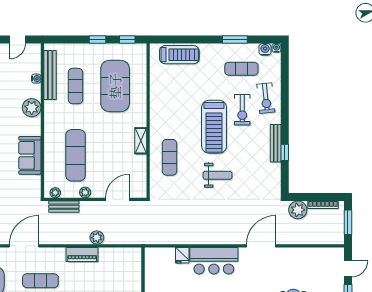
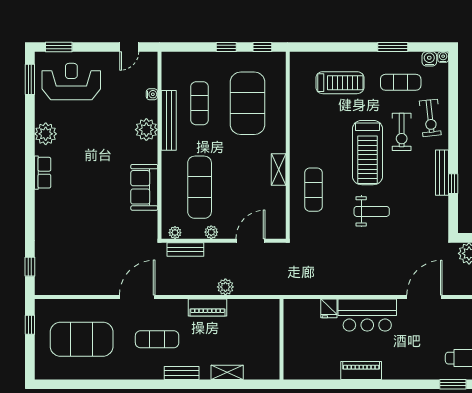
treadmill: (179, 55) -> (340, 83), moved
bench: (50, 75) -> (169, 120), moved

